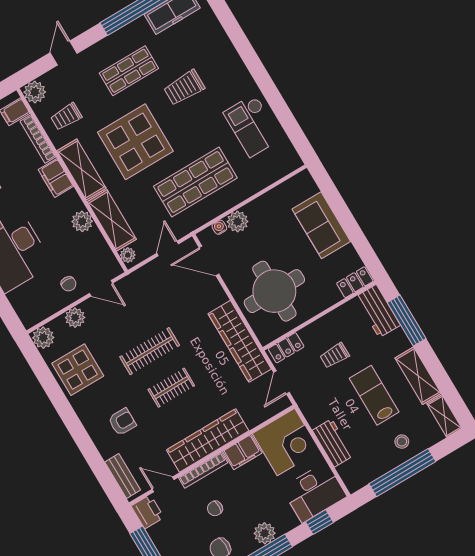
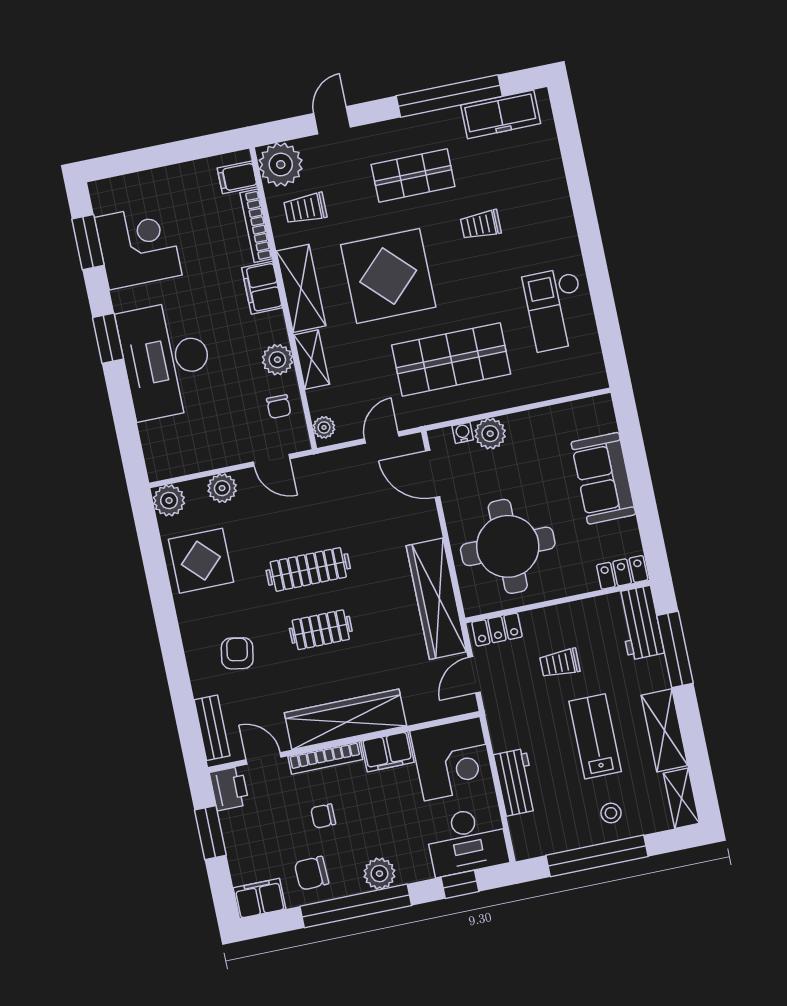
trolley: (184, 88) -> (481, 225), width x0.73, depth x0.72
plant: (35, 92) -> (281, 165), width x1.36, depth x1.36
shelving: (112, 220) -> (312, 360), width x0.67, depth x0.75
chair: (69, 284) -> (279, 407), moved
armchair: (122, 422) -> (237, 653), turned -80

